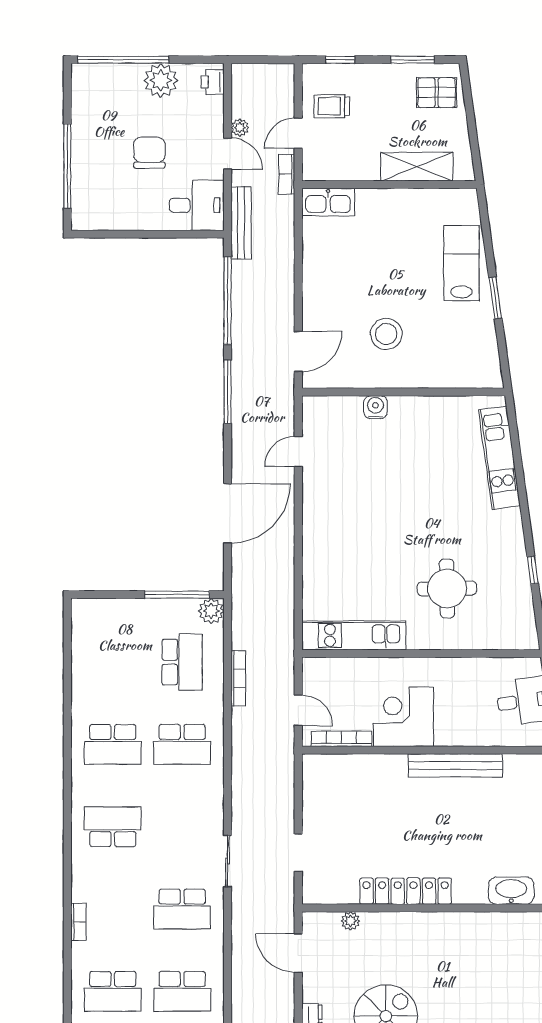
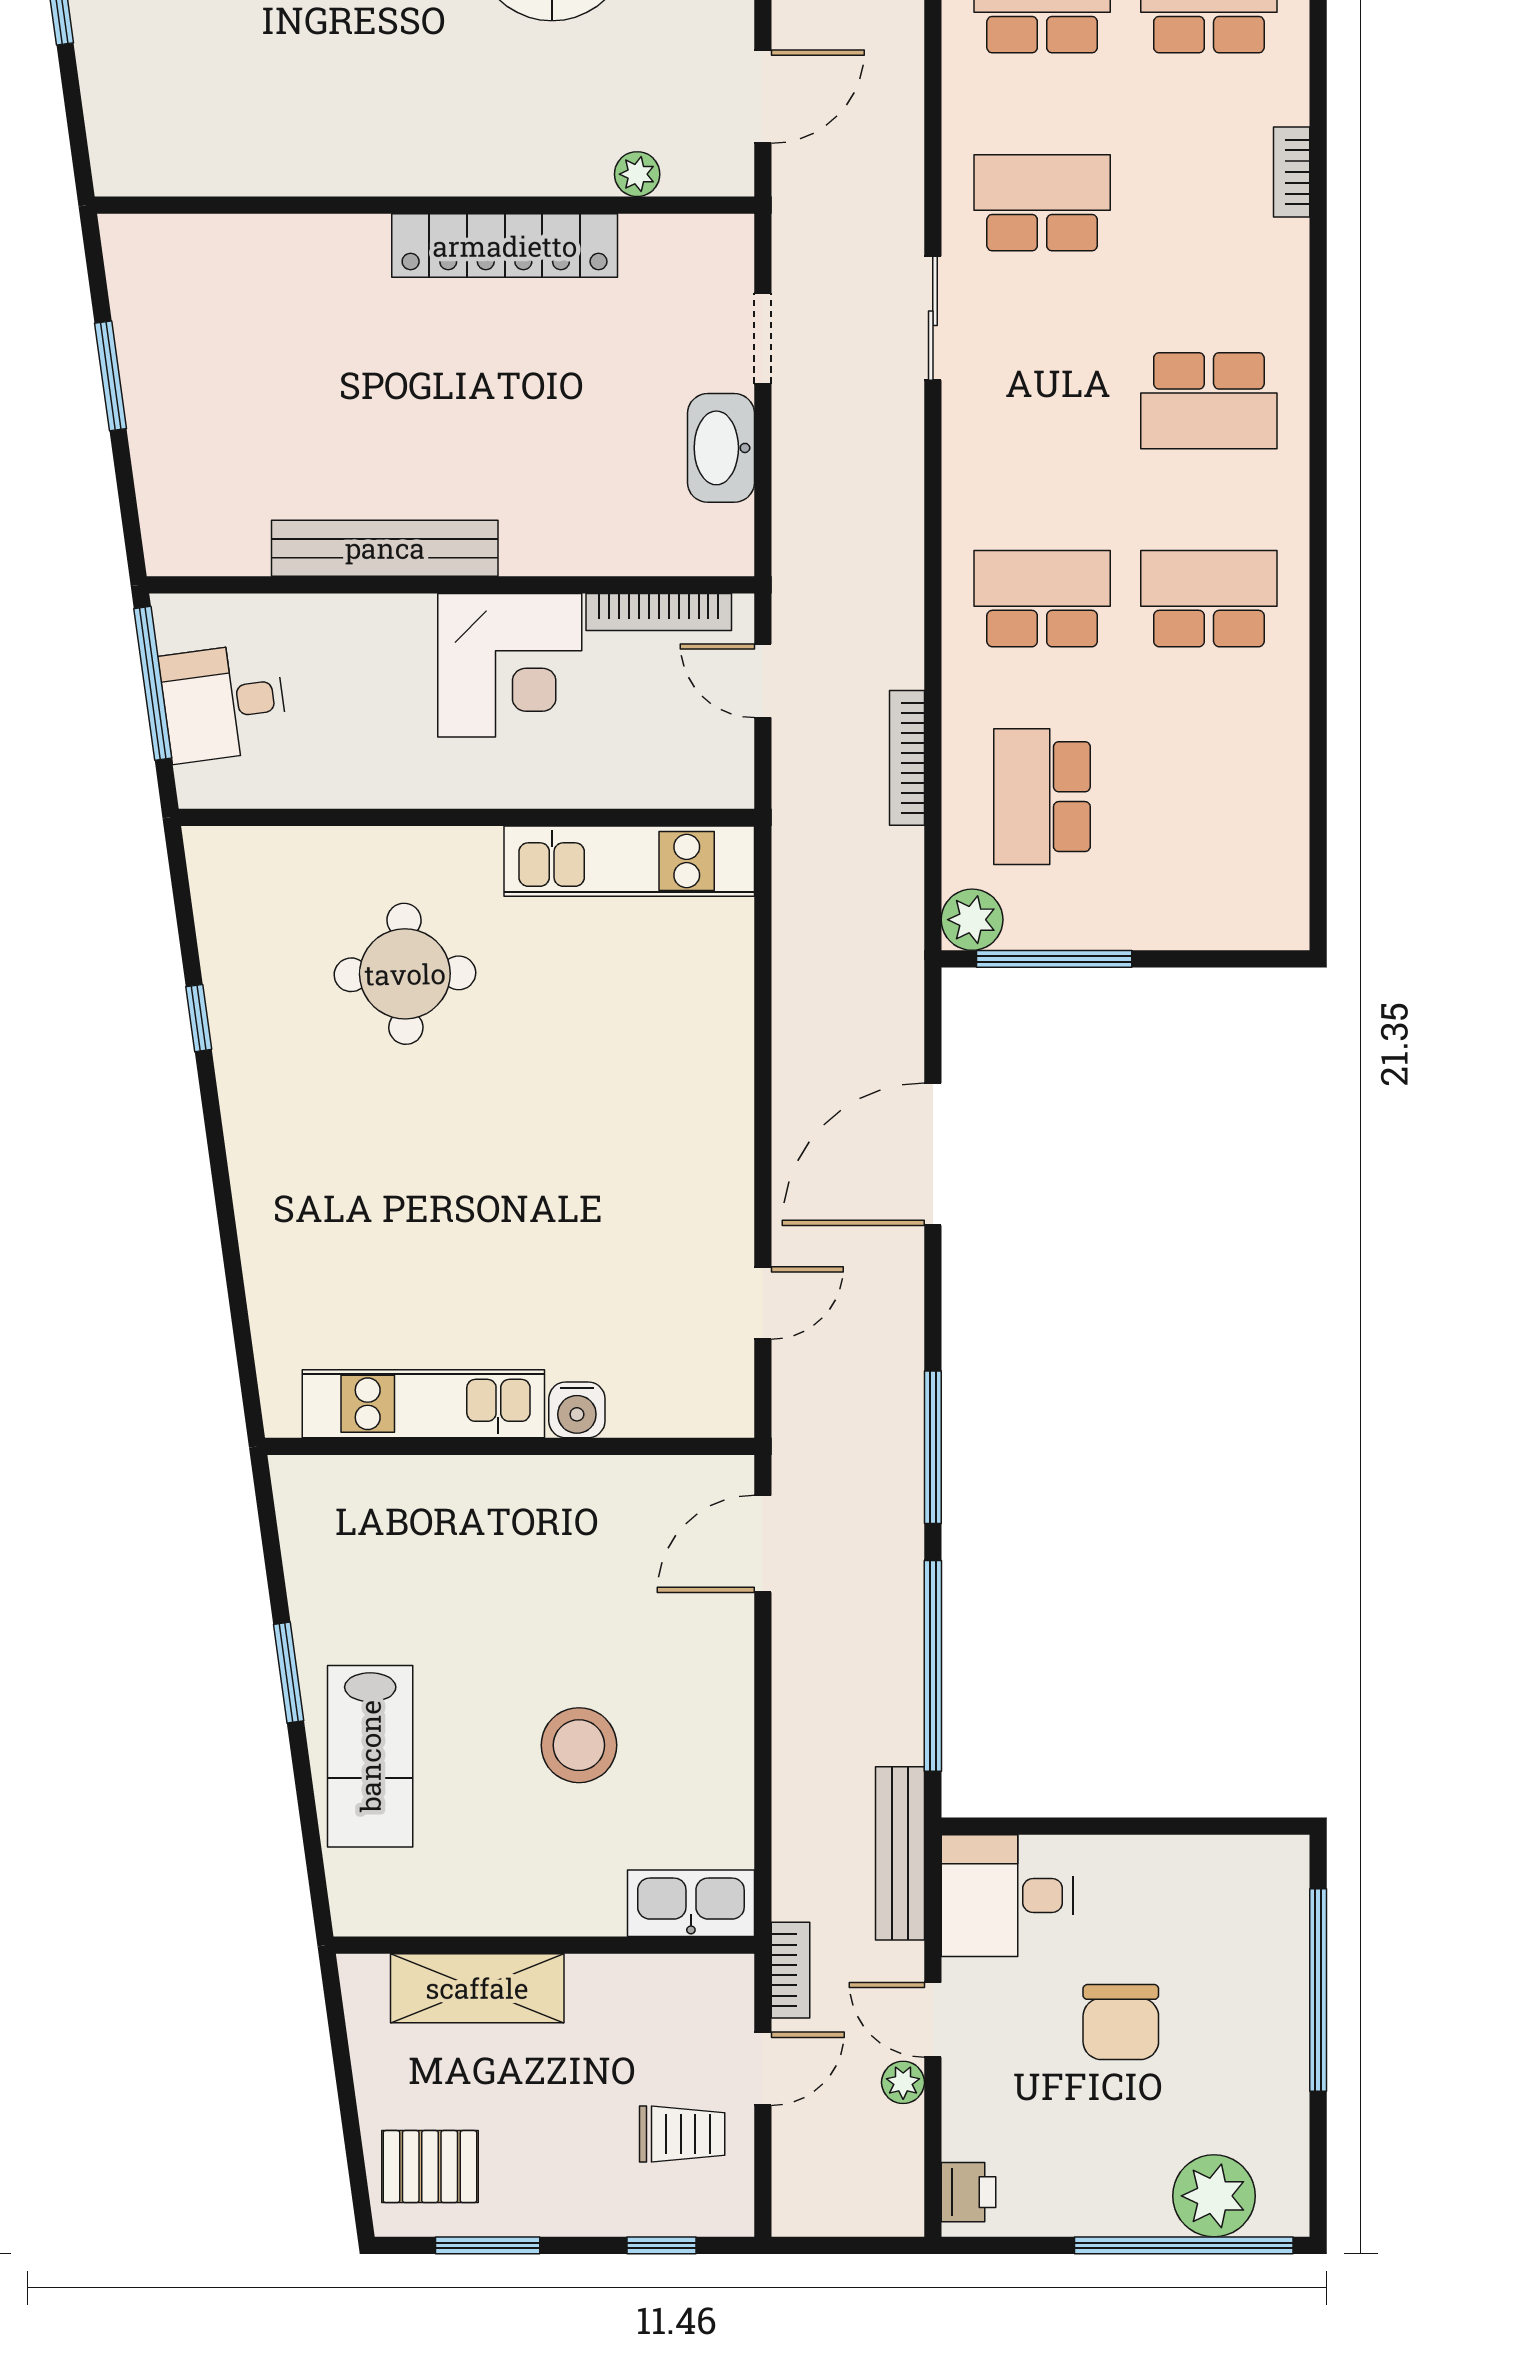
plant: (161, 80) -> (1214, 2196), moved
stool: (386, 334) -> (579, 1745), moved
kitchen unit: (499, 458) -> (423, 1404), moved, turned -82
washbasin: (511, 891) -> (721, 448), moved, turned 90
door: (298, 953) -> (763, 97), hinge flipped

